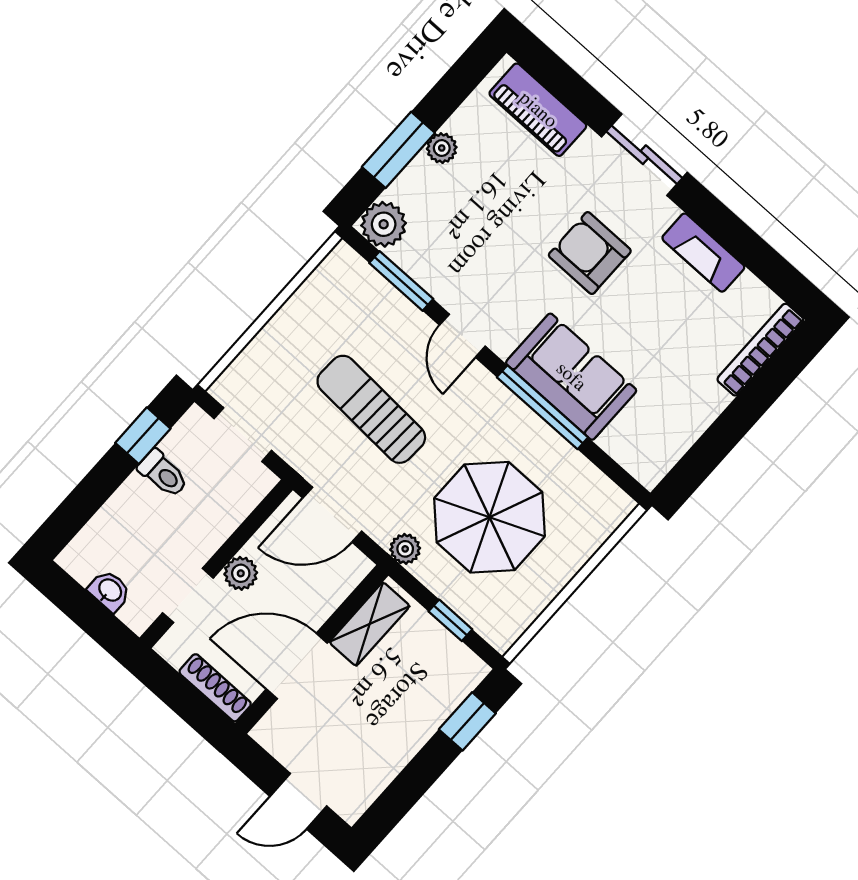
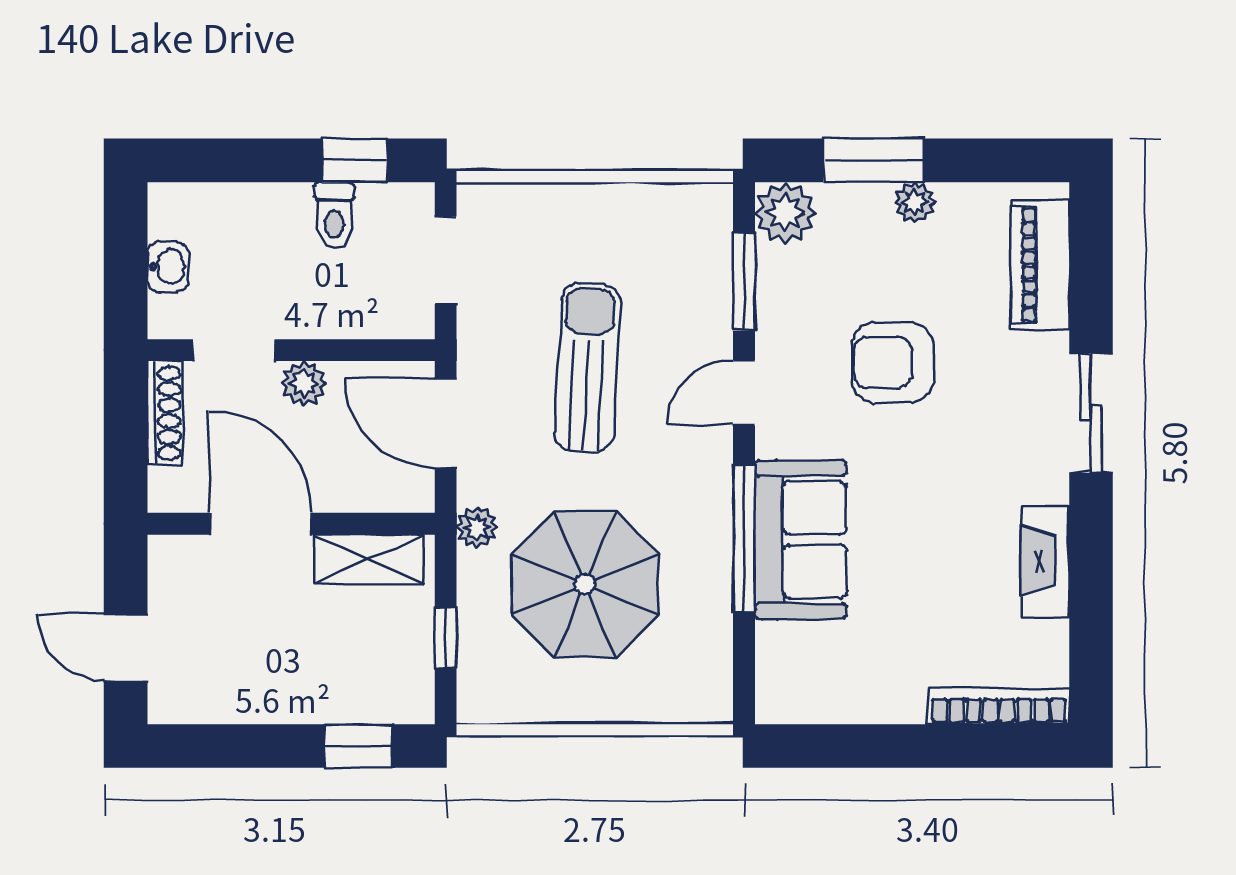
armchair: (590, 253) -> (893, 362), moved, turned -90
shoe rack: (215, 688) -> (165, 413), moved

